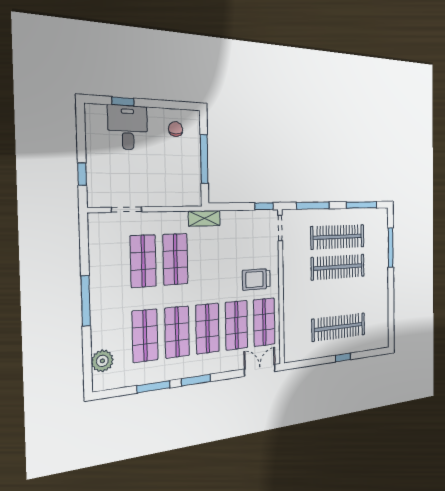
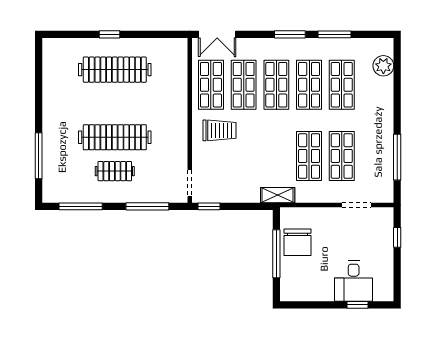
chair: (176, 129) -> (297, 242), moved, width x1.87, depth x1.87
clothes rail: (338, 237) -> (115, 171), width x0.54, depth x0.76
window: (86, 301) -> (397, 157), moved

